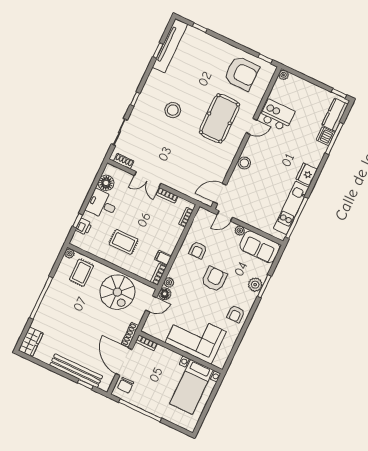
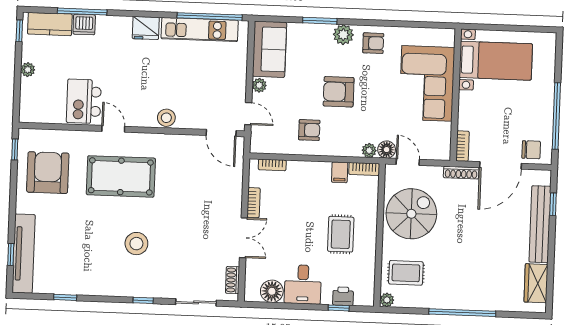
tv unit: (170, 46) -> (24, 254), moved, turned 90
plant: (284, 75) -> (28, 70), moved
plant: (255, 285) -> (343, 35), moved
wardrobe: (31, 342) -> (536, 283), moved, turned -90

